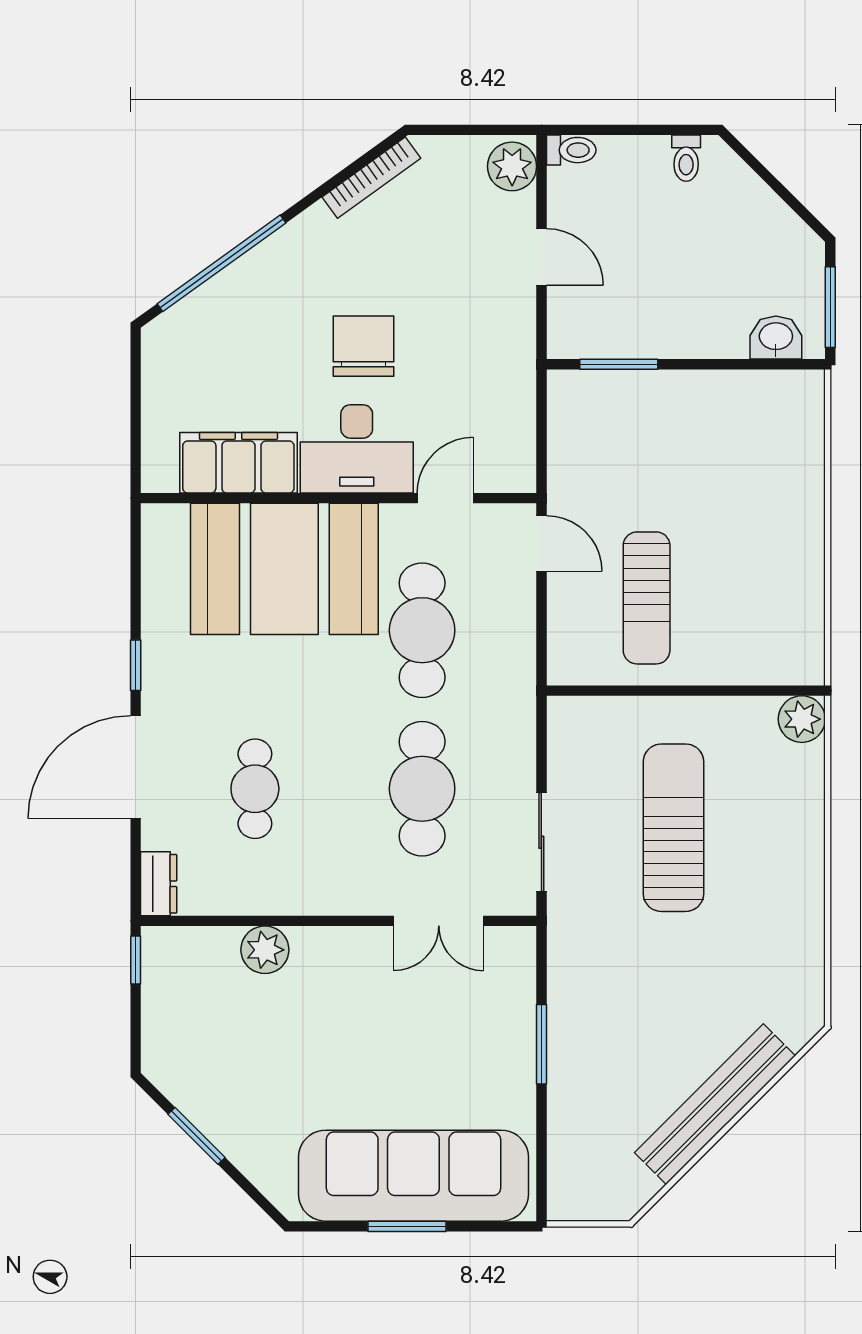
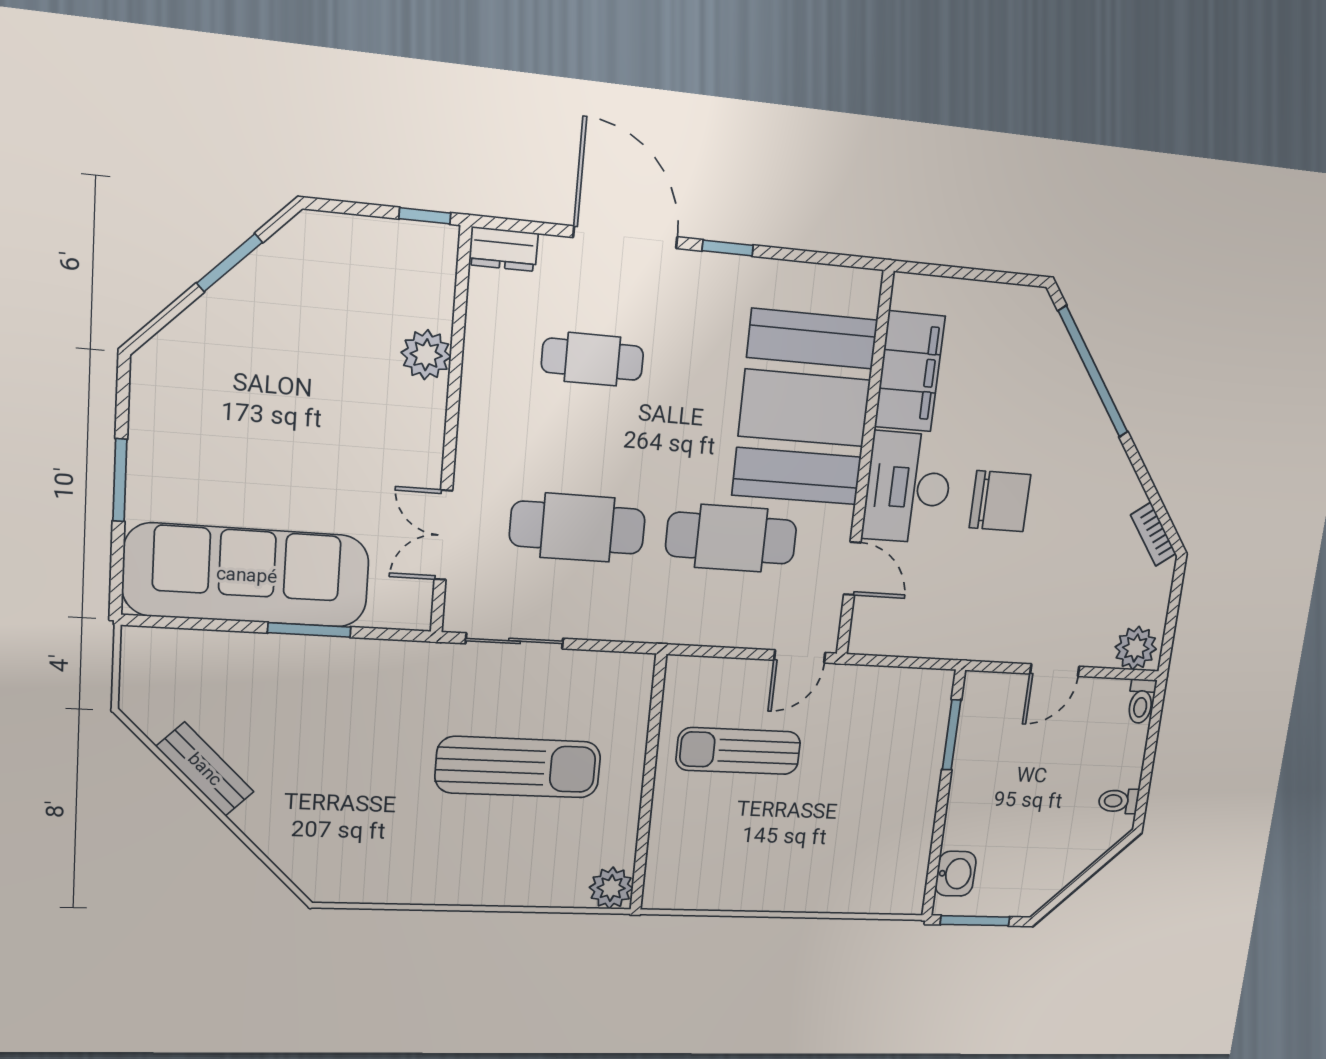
bookcase: (371, 178) -> (1153, 534), width x0.64
bench: (715, 1104) -> (205, 769), width x0.54, depth x0.82
sofa: (413, 1176) -> (247, 575), moved, turned -90

